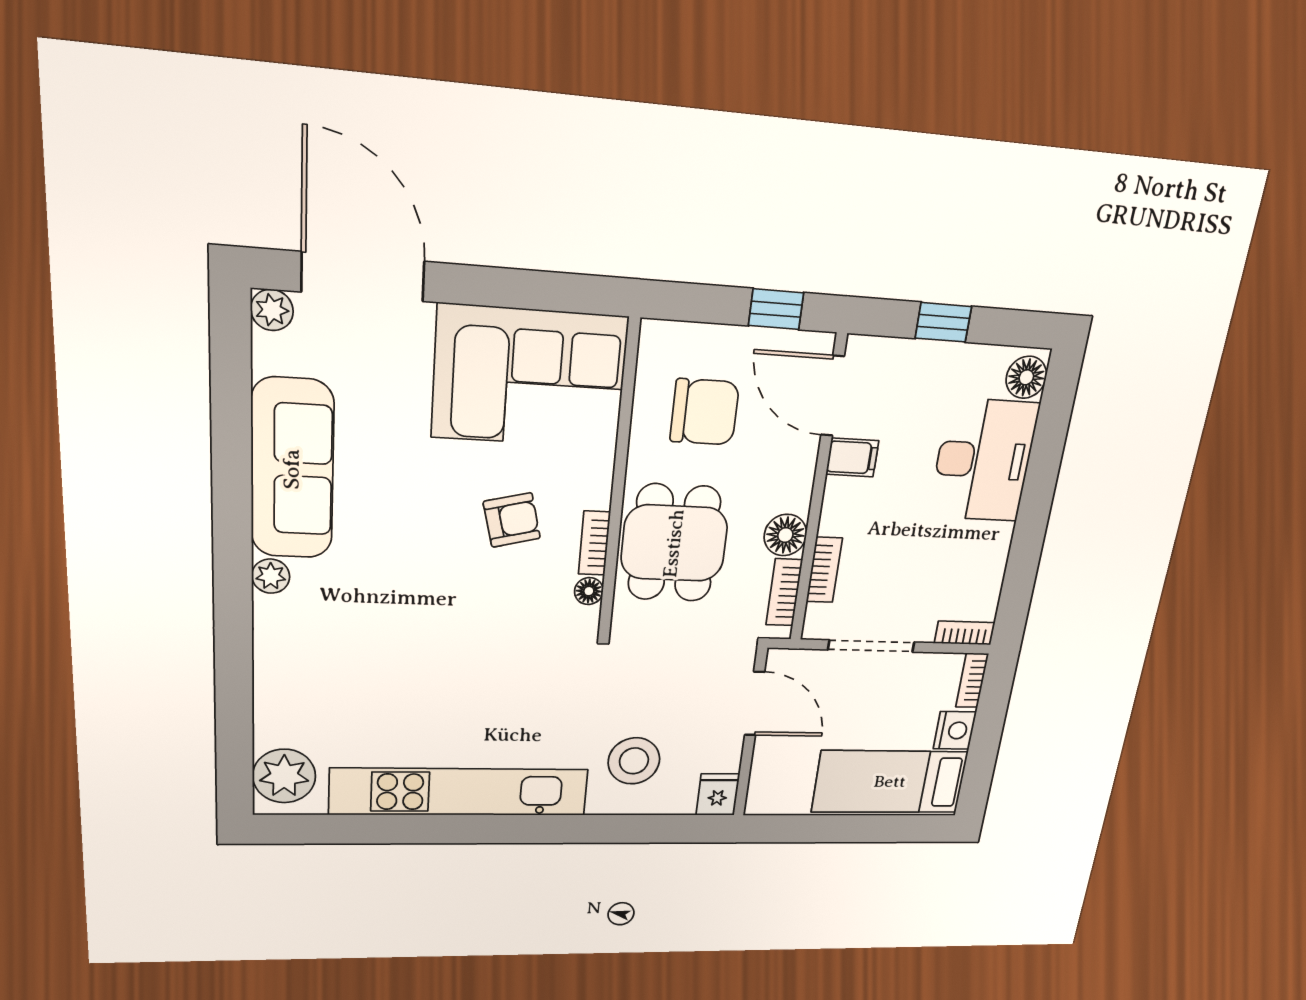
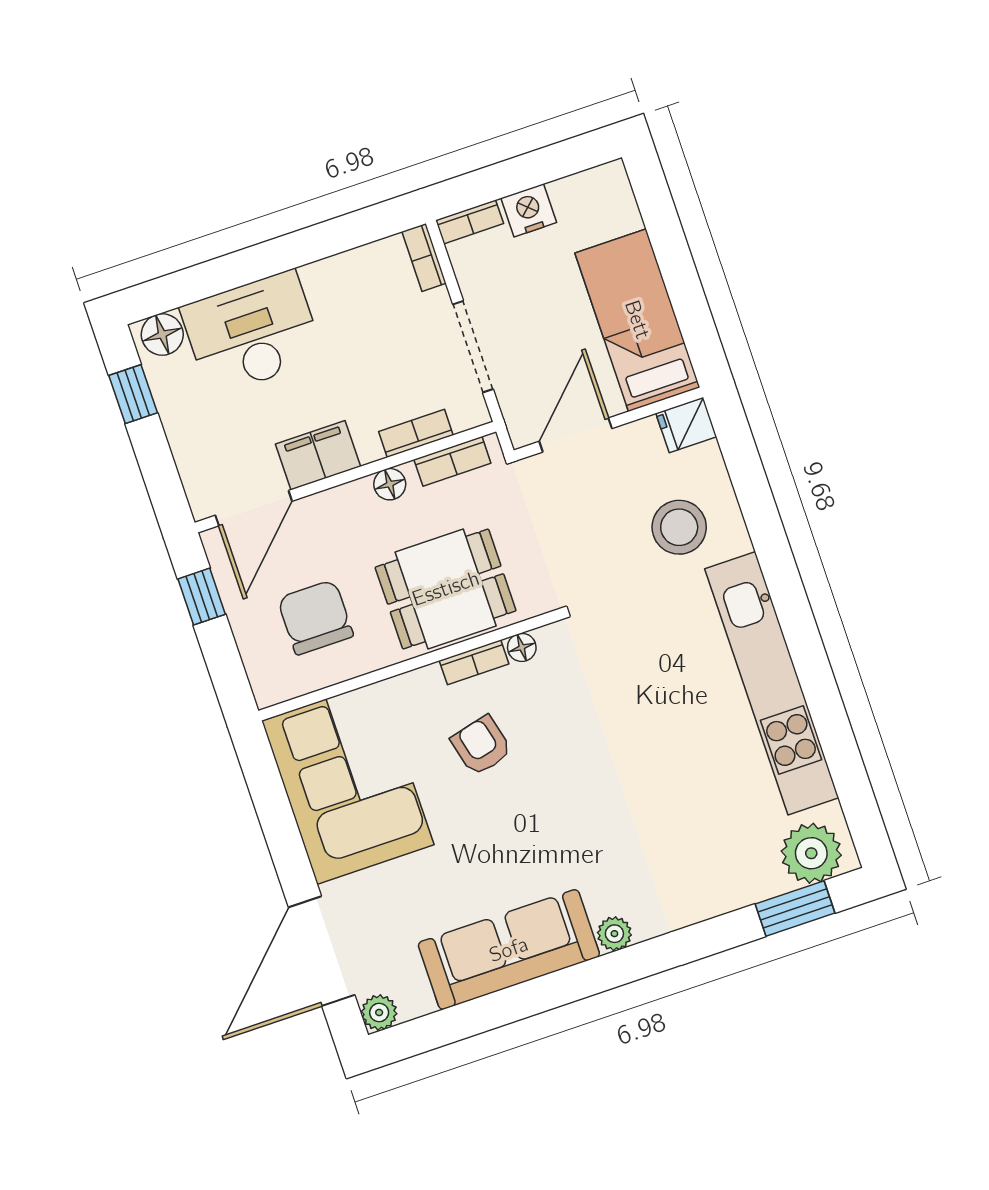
window: (943, 322) -> (133, 394), moved
filing cabinet: (852, 457) -> (318, 455), width x2.00
floor lamp: (785, 535) -> (390, 484), width x0.73, depth x0.73
window: (234, 746) -> (795, 908), added
bed: (890, 782) -> (637, 320), moved, turned 180

